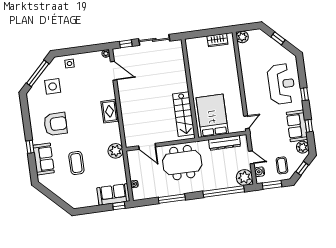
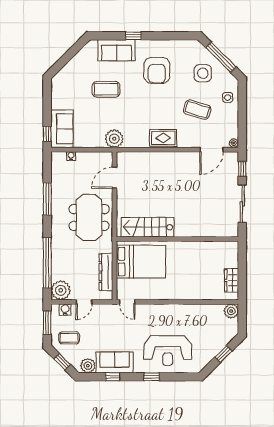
coffee table: (83, 87) -> (197, 110), added

